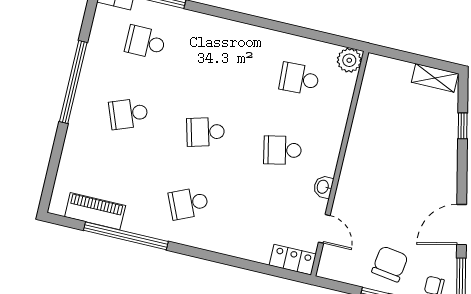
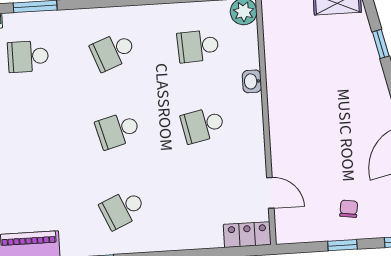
school desk: (128, 114) -> (113, 51), moved
washbasin: (323, 187) -> (252, 81), moved
chair: (390, 264) -> (349, 209), width x0.54, depth x0.54

